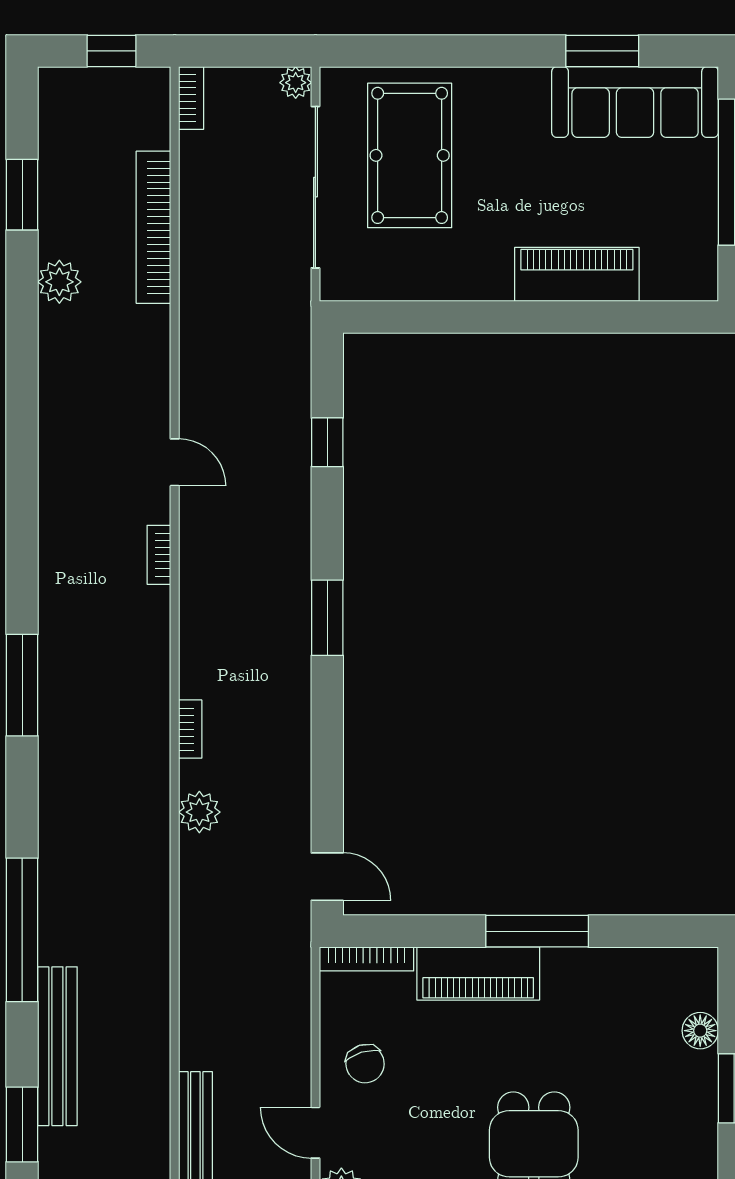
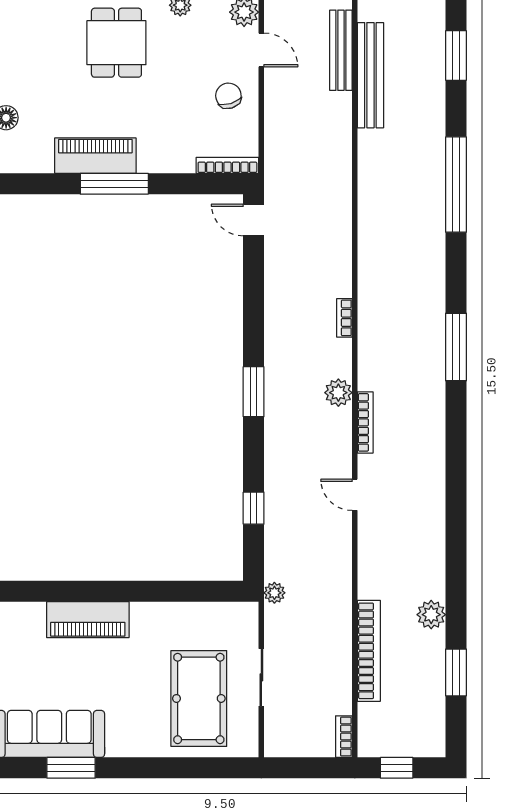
plant: (296, 83) -> (274, 593), moved
sliding door: (315, 187) -> (261, 677), width x0.54
bookcase: (159, 555) -> (365, 422), width x1.56
plant: (199, 812) -> (338, 393), moved
piano: (478, 973) -> (95, 156), moved
bench: (57, 1046) -> (370, 75), moved

